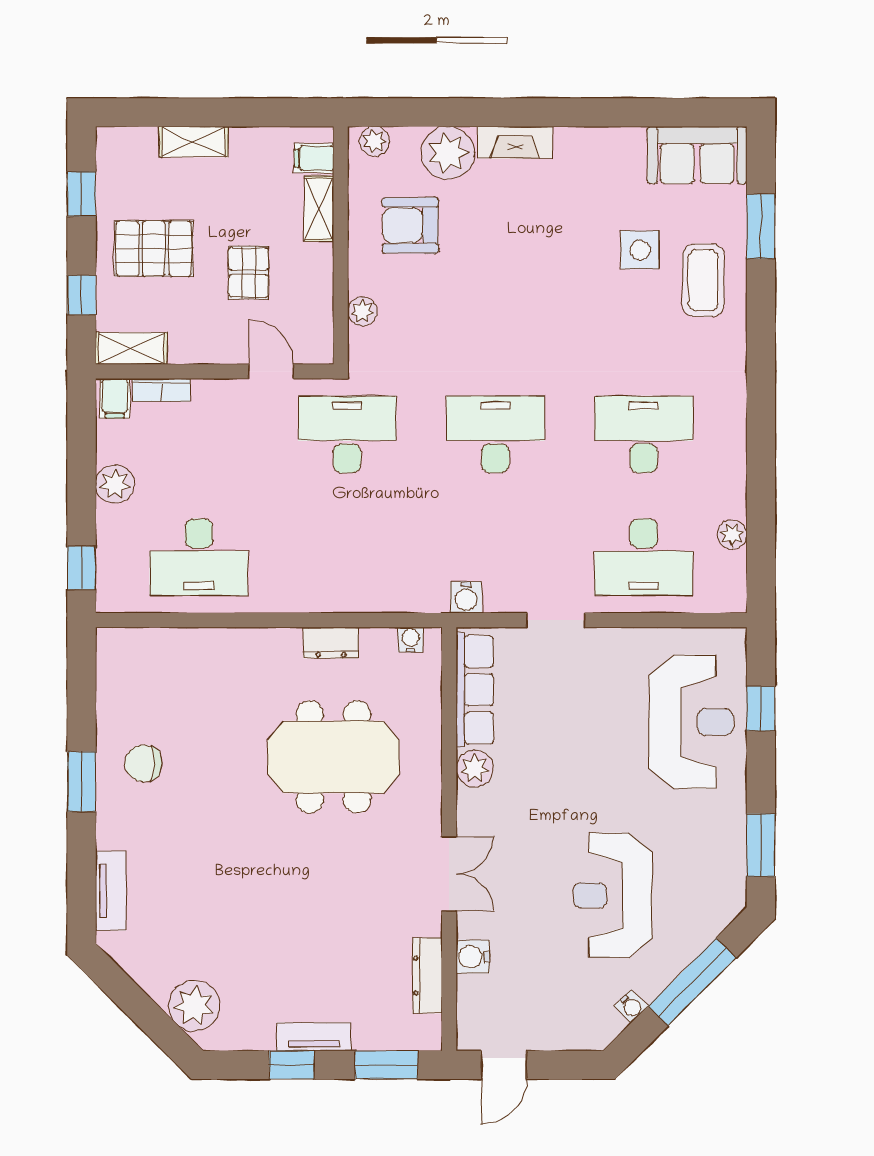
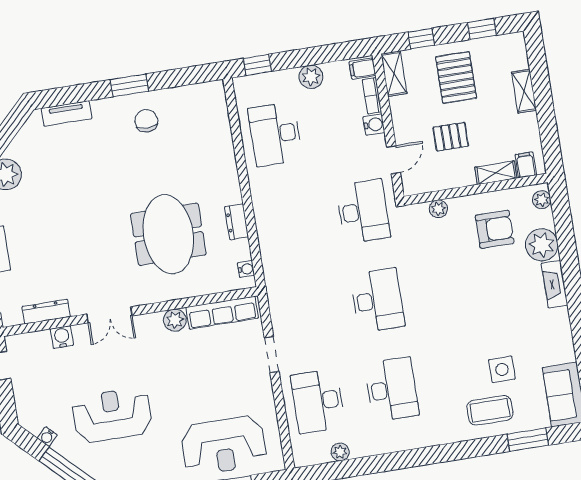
armchair: (410, 225) -> (495, 229), turned 90
water cooler: (466, 597) -> (374, 125), moved, turned 180

